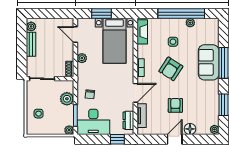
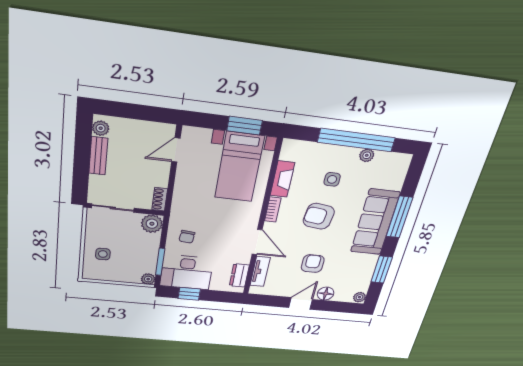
window: (101, 14) -> (245, 126), moved
fireplace: (142, 32) -> (282, 179), moved
door: (75, 35) -> (176, 150), hinge flipped
plant: (82, 58) -> (182, 186), removed
sofa: (209, 62) -> (375, 222), width x1.36
armchair: (171, 69) -> (319, 216), turned 64
door: (135, 93) -> (257, 242), hinge flipped
plant: (67, 99) -> (152, 224), moved
window: (117, 139) -> (189, 294), moved

